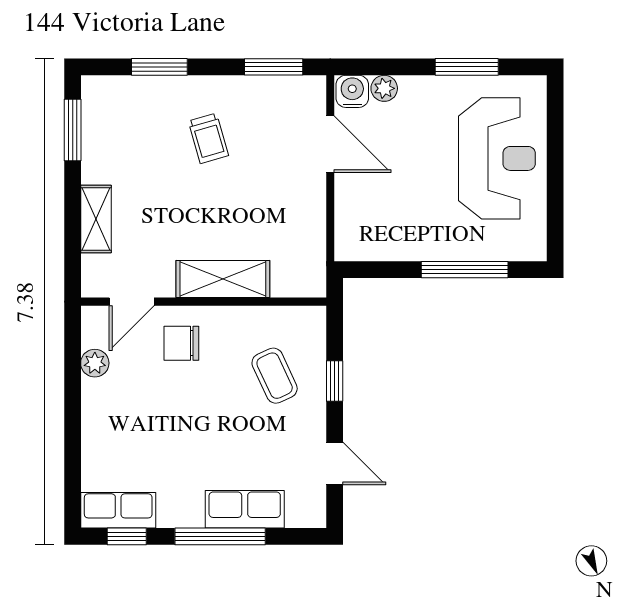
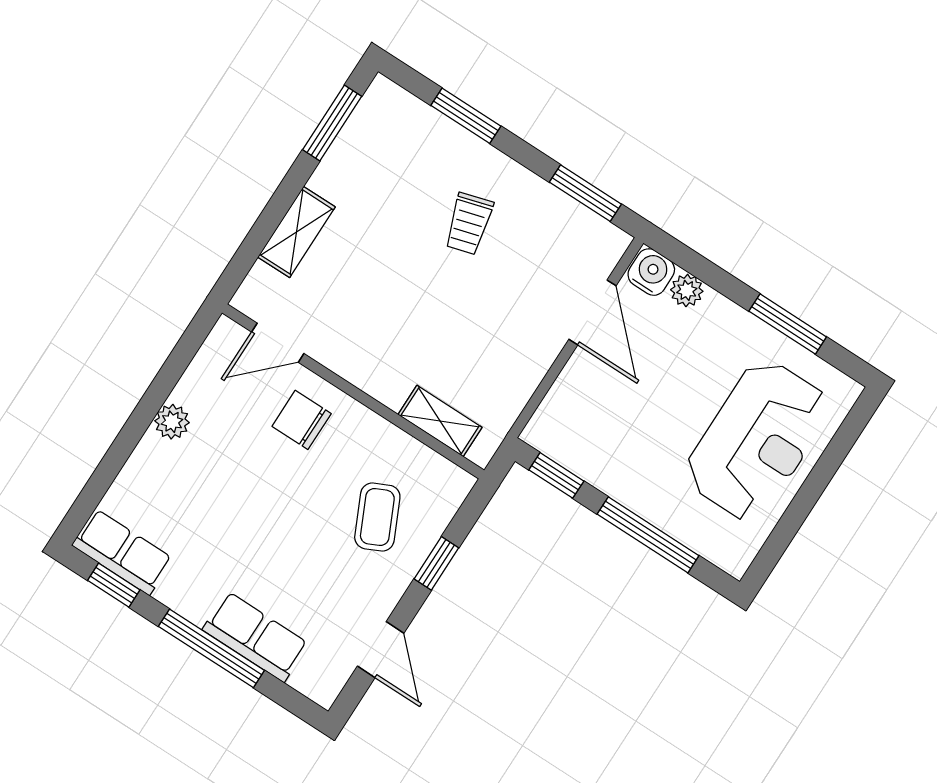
window: (377, 270) -> (556, 475), added
shelving: (223, 279) -> (440, 421), moved, width x0.67, depth x0.75
plant: (95, 363) -> (172, 422), moved

